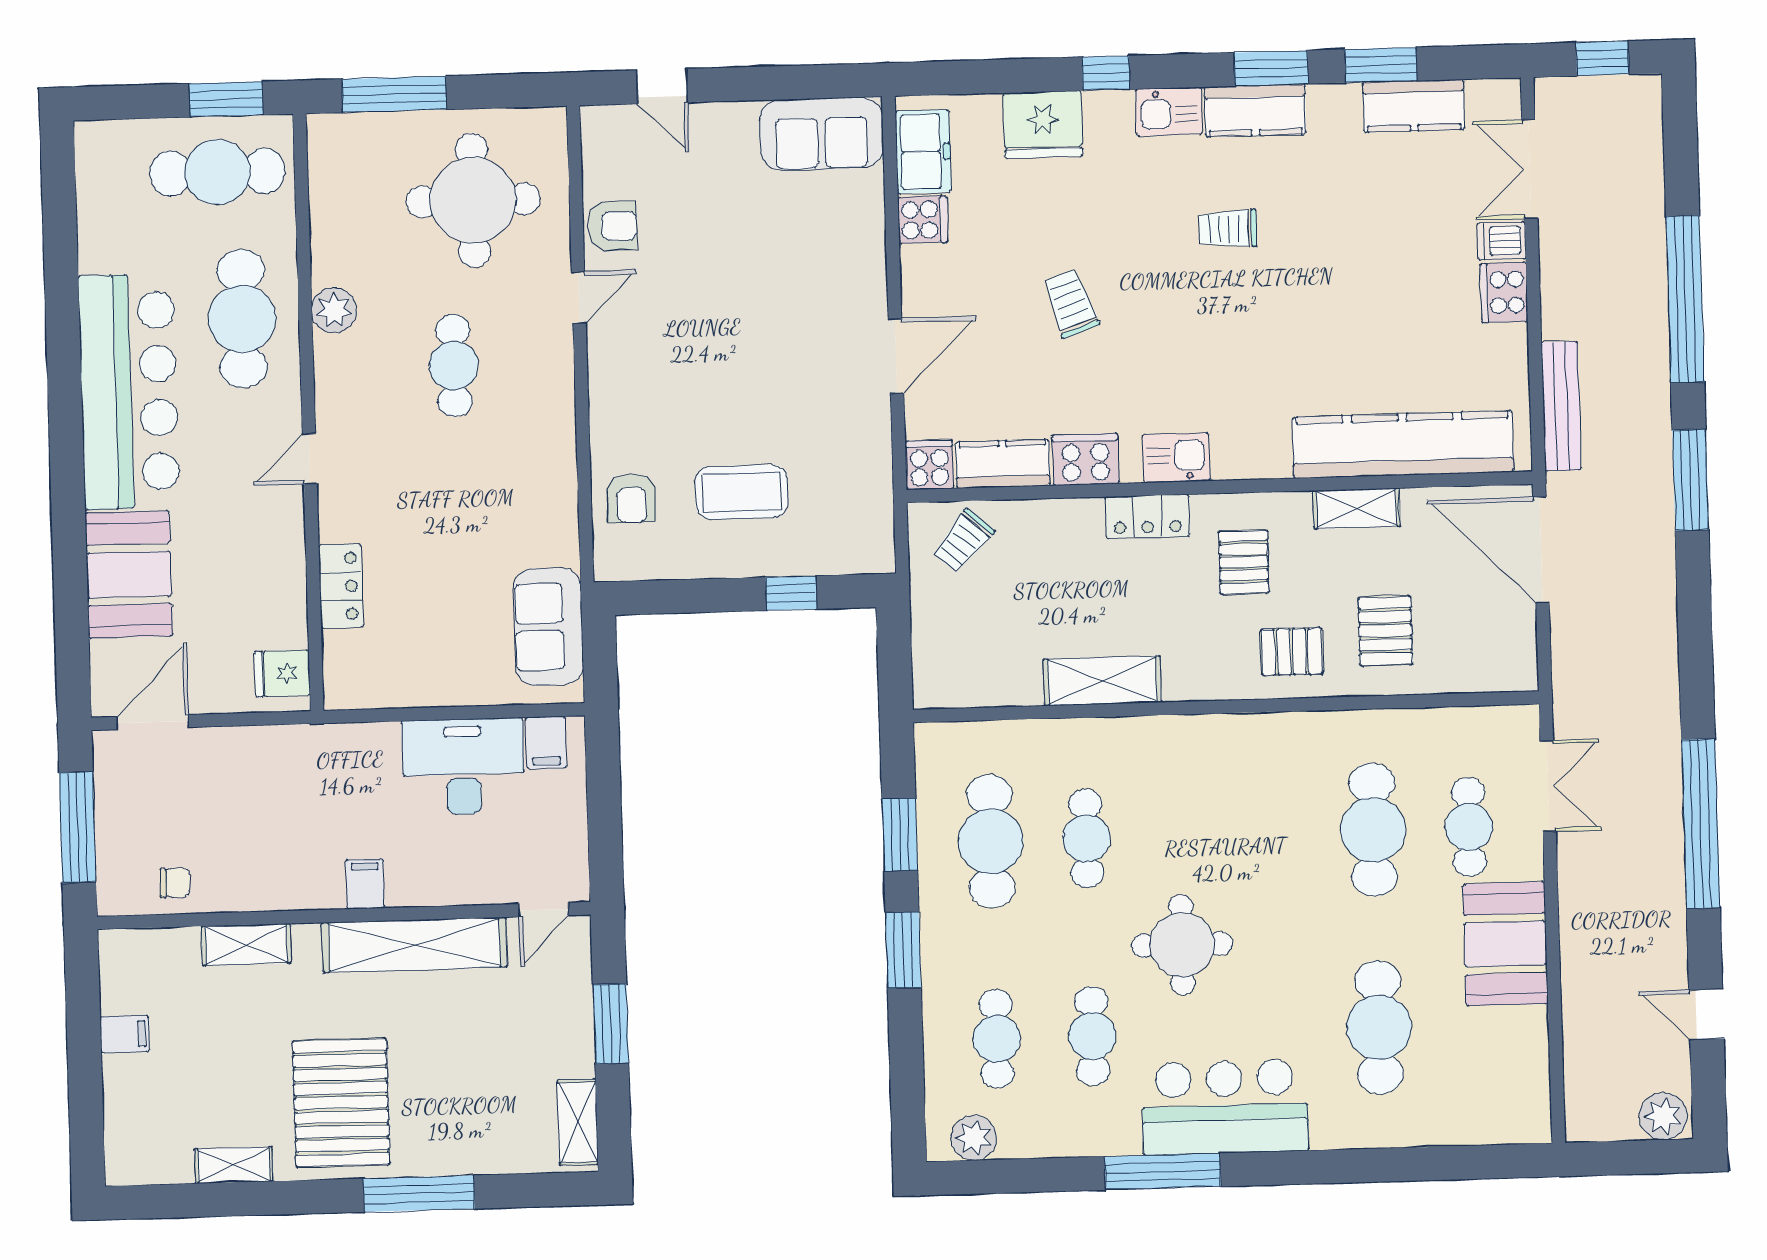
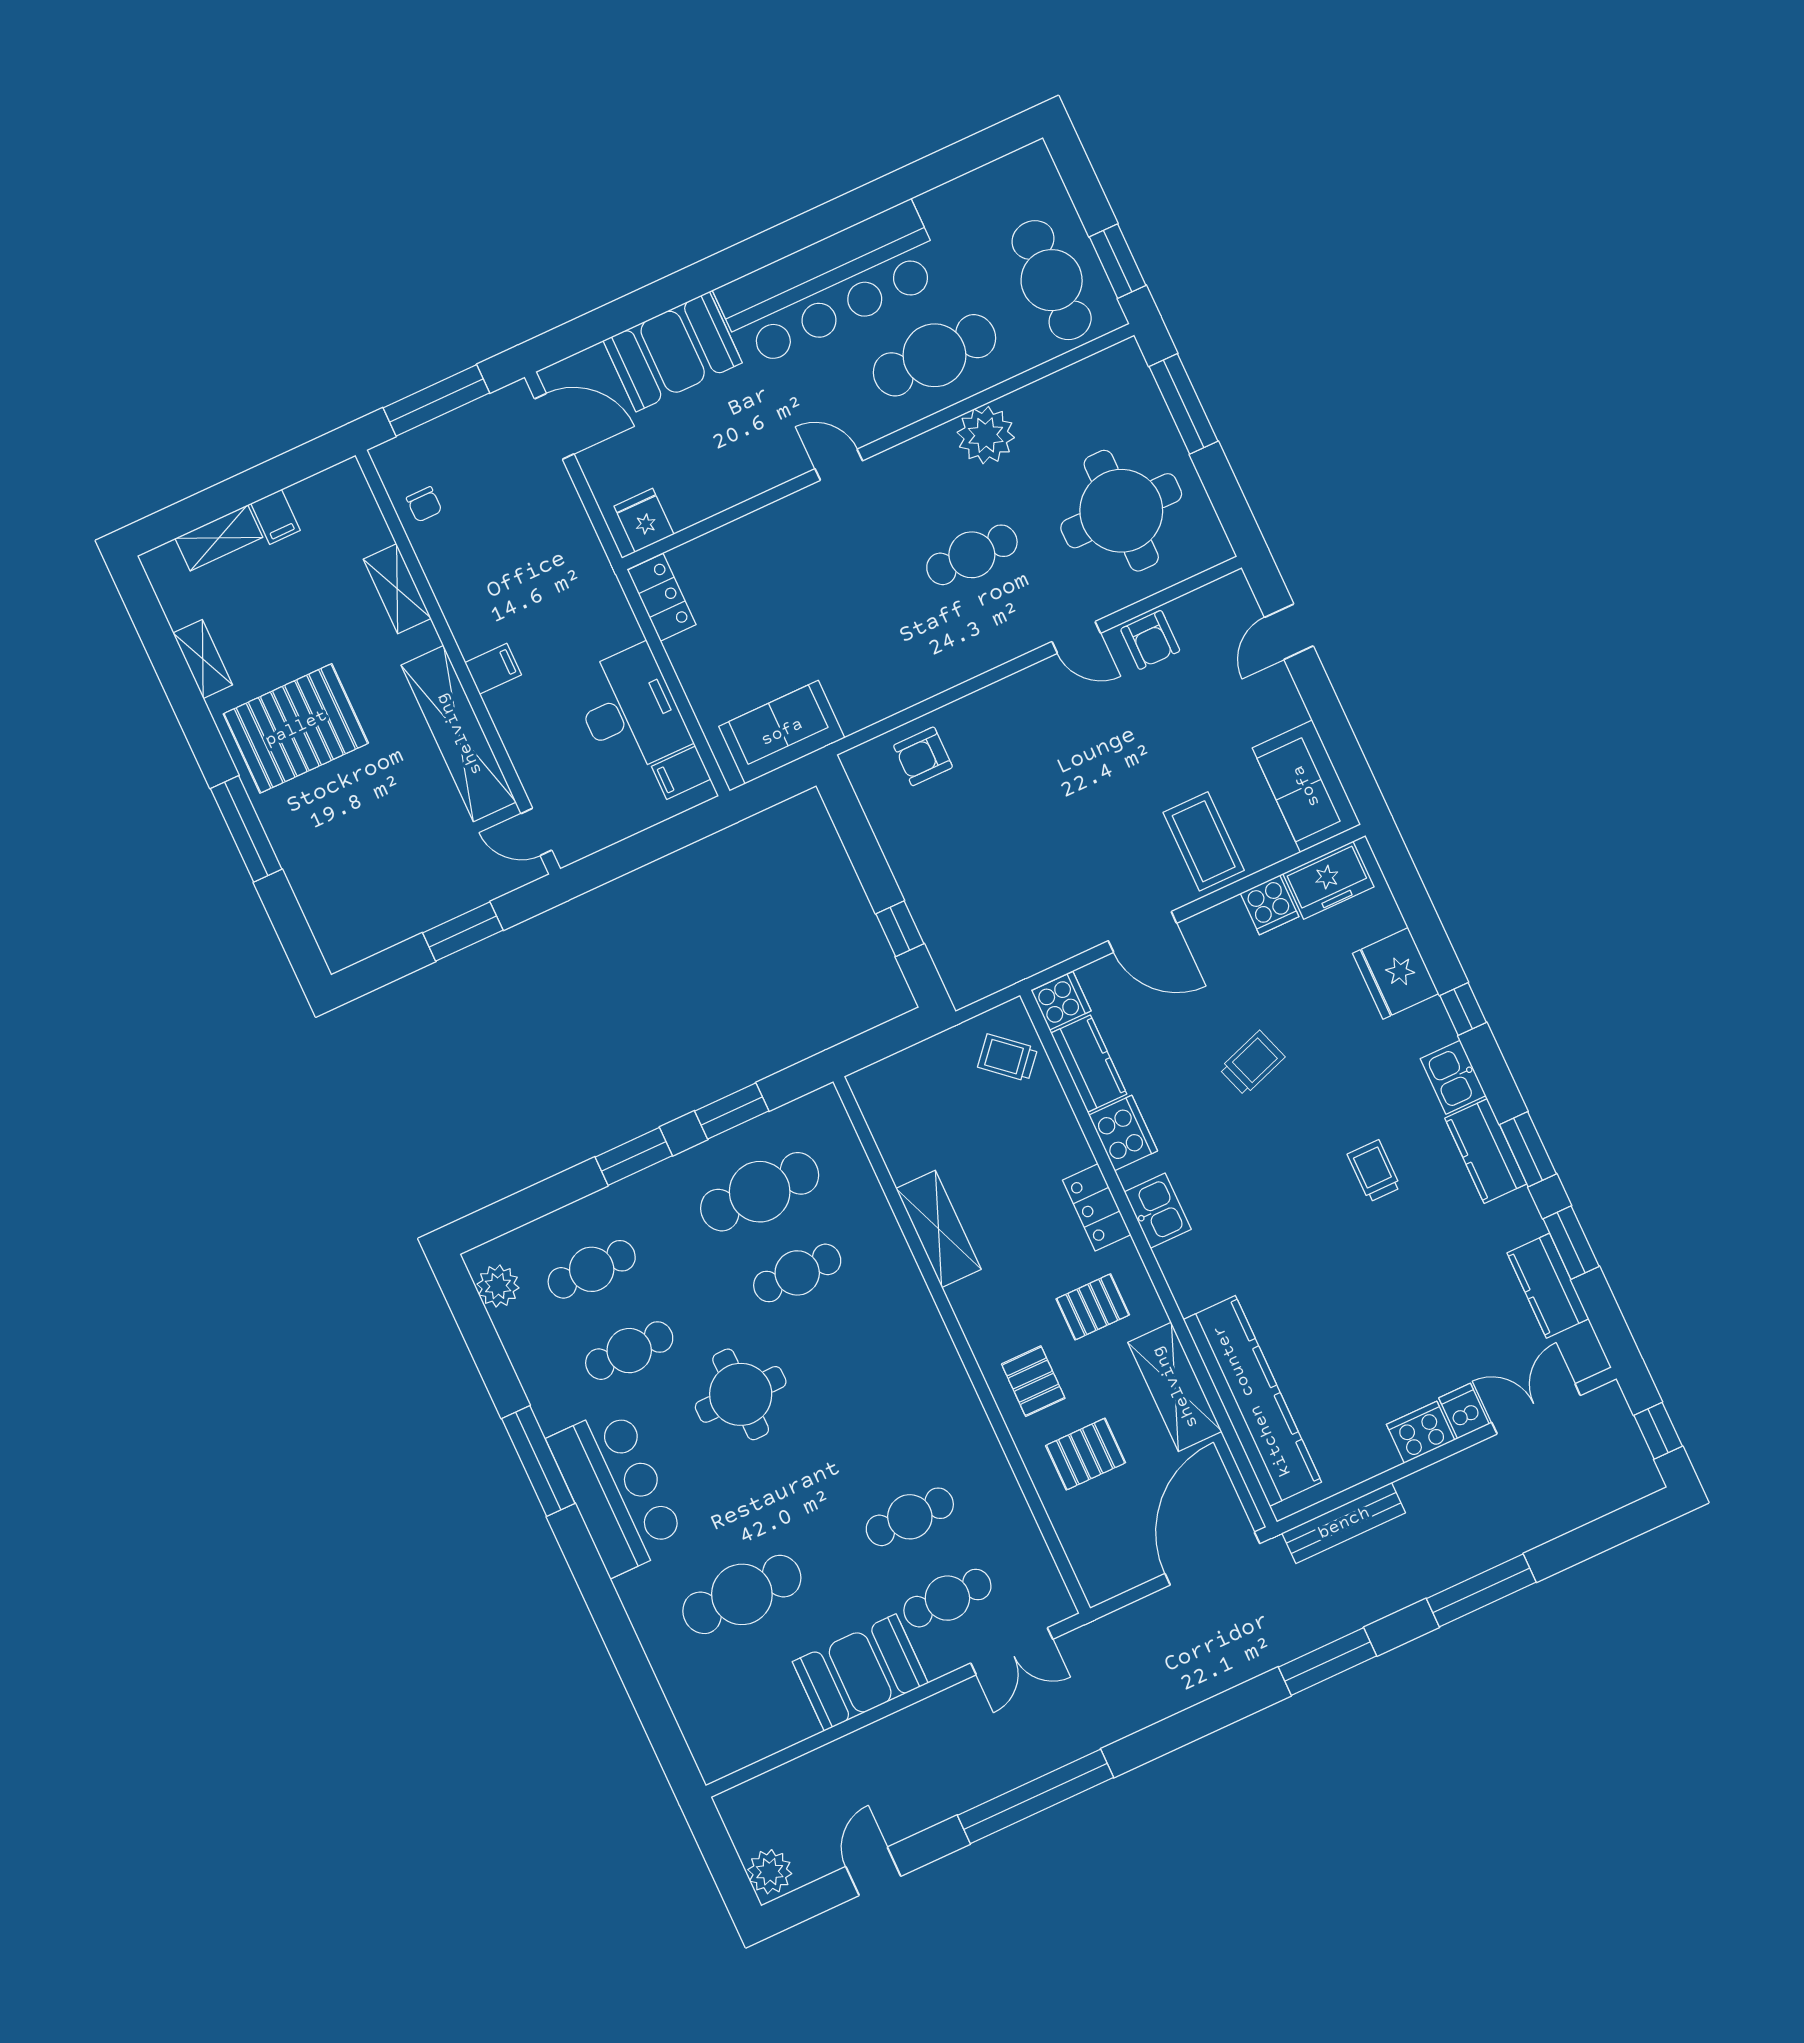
window: (1685, 299) -> (1481, 1590), width x0.68
plant: (334, 310) -> (986, 435), width x1.36, depth x1.36
coffee table: (742, 492) -> (1204, 841), moved
shelving: (1357, 508) -> (1175, 1387), width x1.50, depth x1.33
locker: (341, 586) -> (662, 597), moved, turned -90
cafe table: (1373, 830) -> (910, 1517), width x0.73, depth x0.74
shelving: (578, 1122) -> (219, 538), moved

